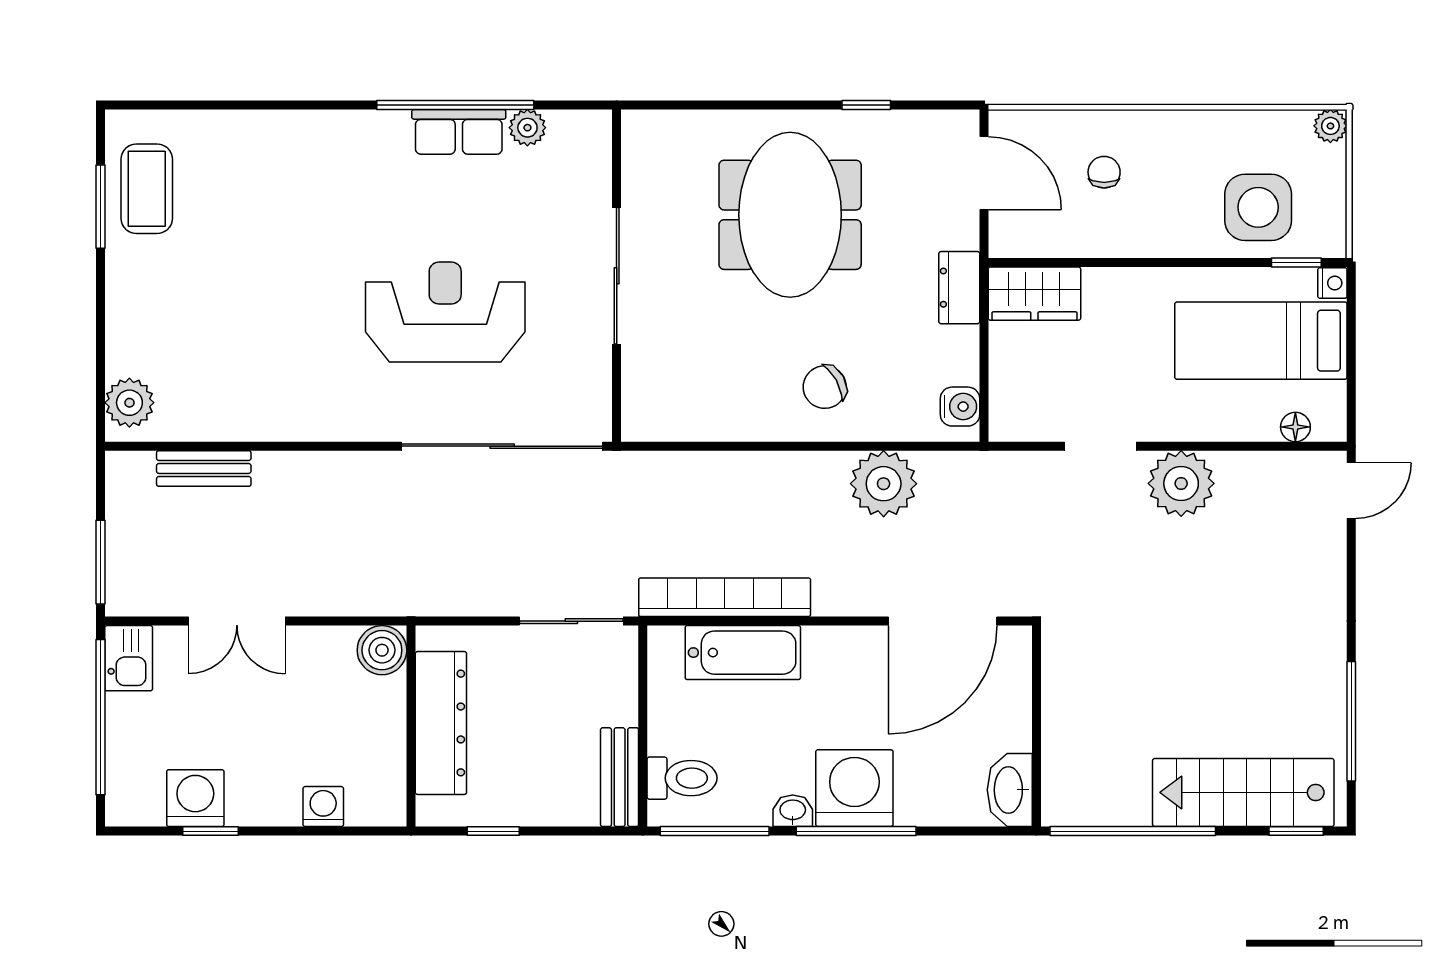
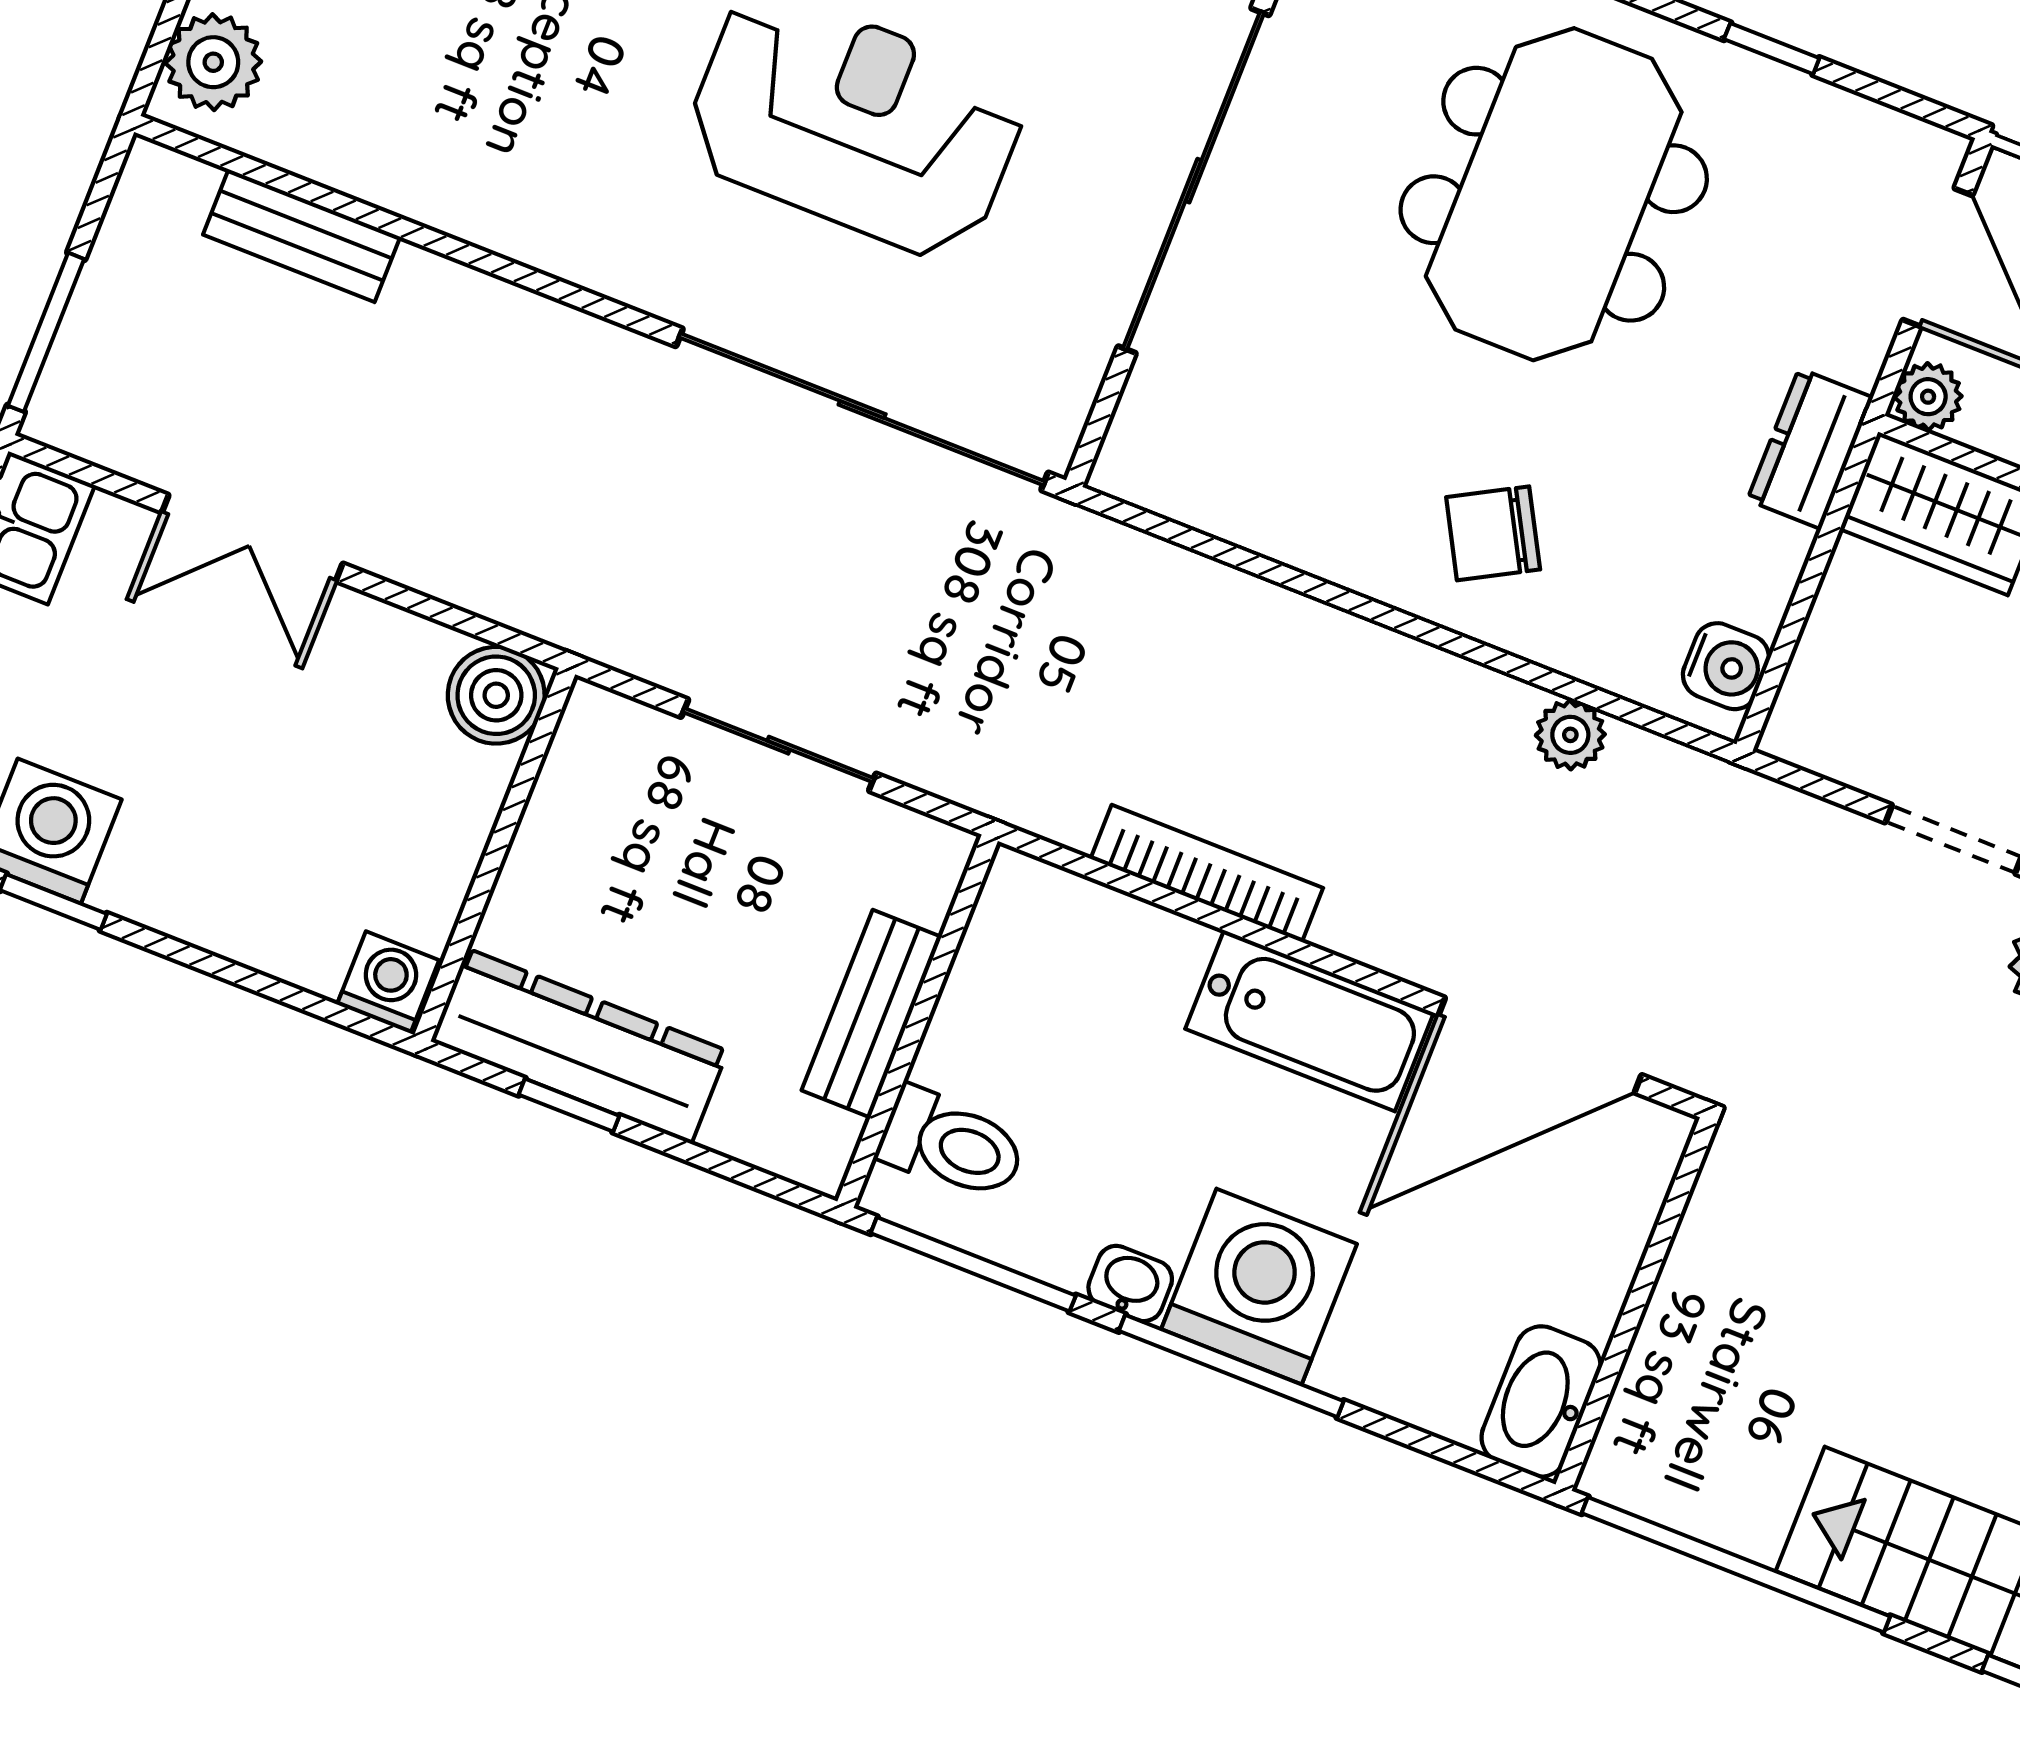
plant: (1006, 241) -> (1928, 397), added
sliding door: (617, 276) -> (1193, 181), width x1.36
plant: (884, 484) -> (1570, 735), width x0.53, depth x0.53
bookcase: (725, 597) -> (1207, 873), width x0.68, depth x0.76
sliding door: (571, 621) -> (779, 745), moved
bathtub: (743, 653) -> (1309, 1021), moved
dresser: (441, 723) -> (579, 1046), moved, turned -90
bench: (620, 777) -> (872, 1014), moved
washing machine: (323, 807) -> (388, 982), moved

